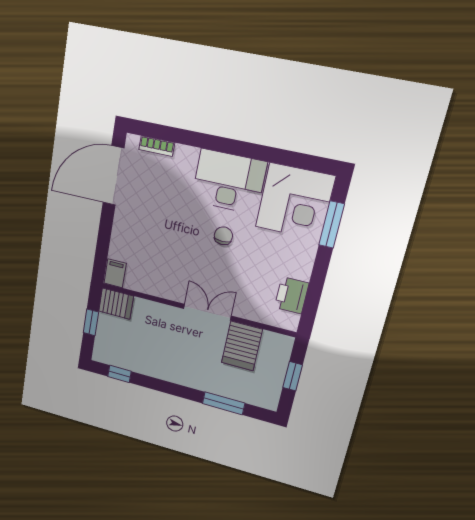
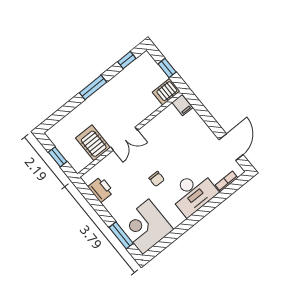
door: (113, 176) -> (231, 147), width x0.73
desk: (229, 182) -> (193, 193), moved
window: (224, 403) -> (93, 87), moved

